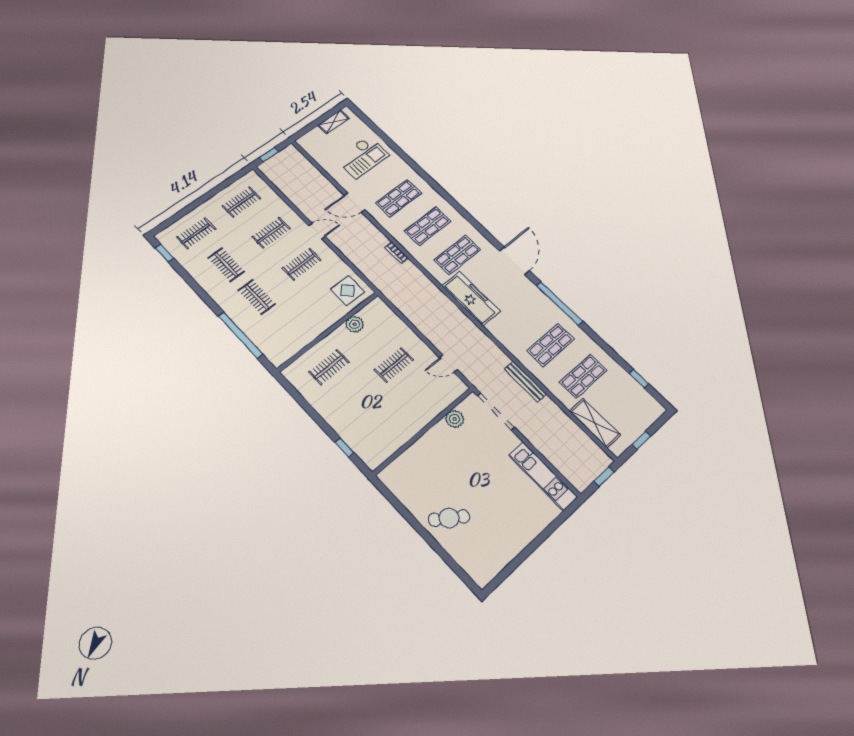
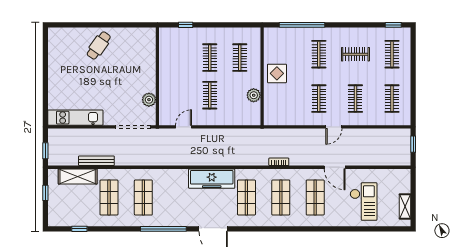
checkout: (362, 157) -> (364, 202), turned 180
door: (355, 203) -> (335, 167), swing flipped
display table: (348, 291) -> (277, 73), moved
clothes rail: (257, 297) -> (319, 54), turned 90
bench: (525, 382) -> (96, 161), moved
clothes rail: (356, 396) -> (210, 58), added

